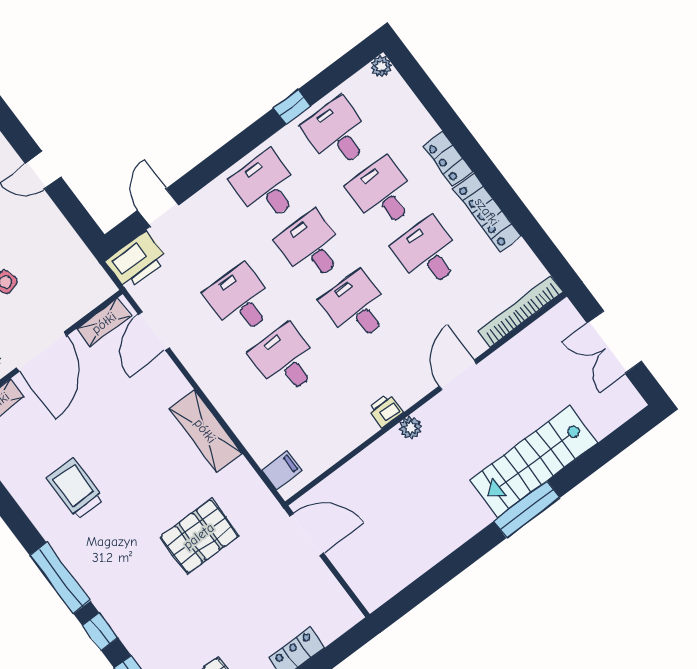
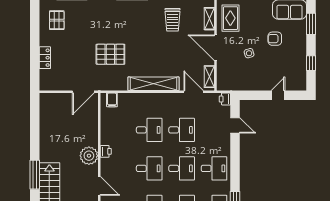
printer: (137, 260) -> (225, 99), width x0.53, depth x0.68
plant: (411, 428) -> (89, 156), width x1.88, depth x1.88
shelving: (205, 431) -> (154, 84), width x1.47
trolley: (75, 489) -> (173, 20), moved, turned 90
pallet: (199, 536) -> (110, 54), turned 90

